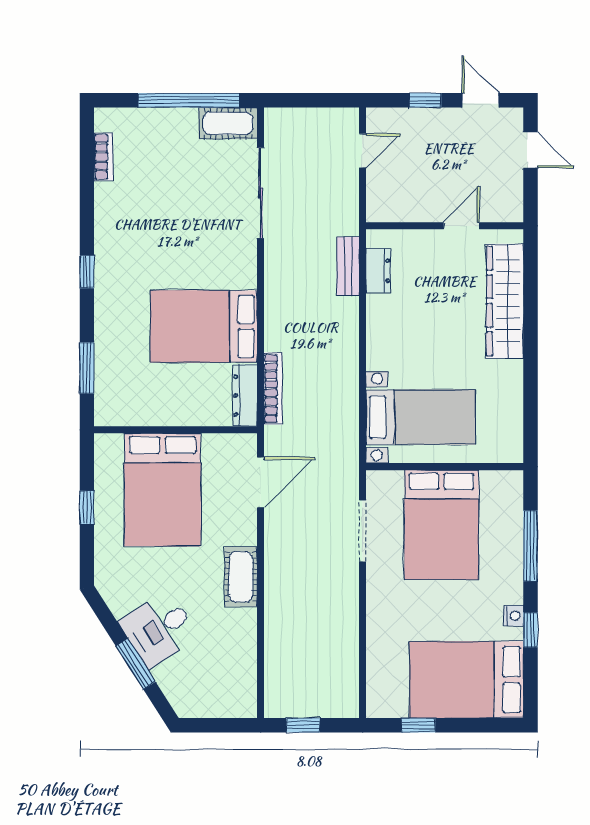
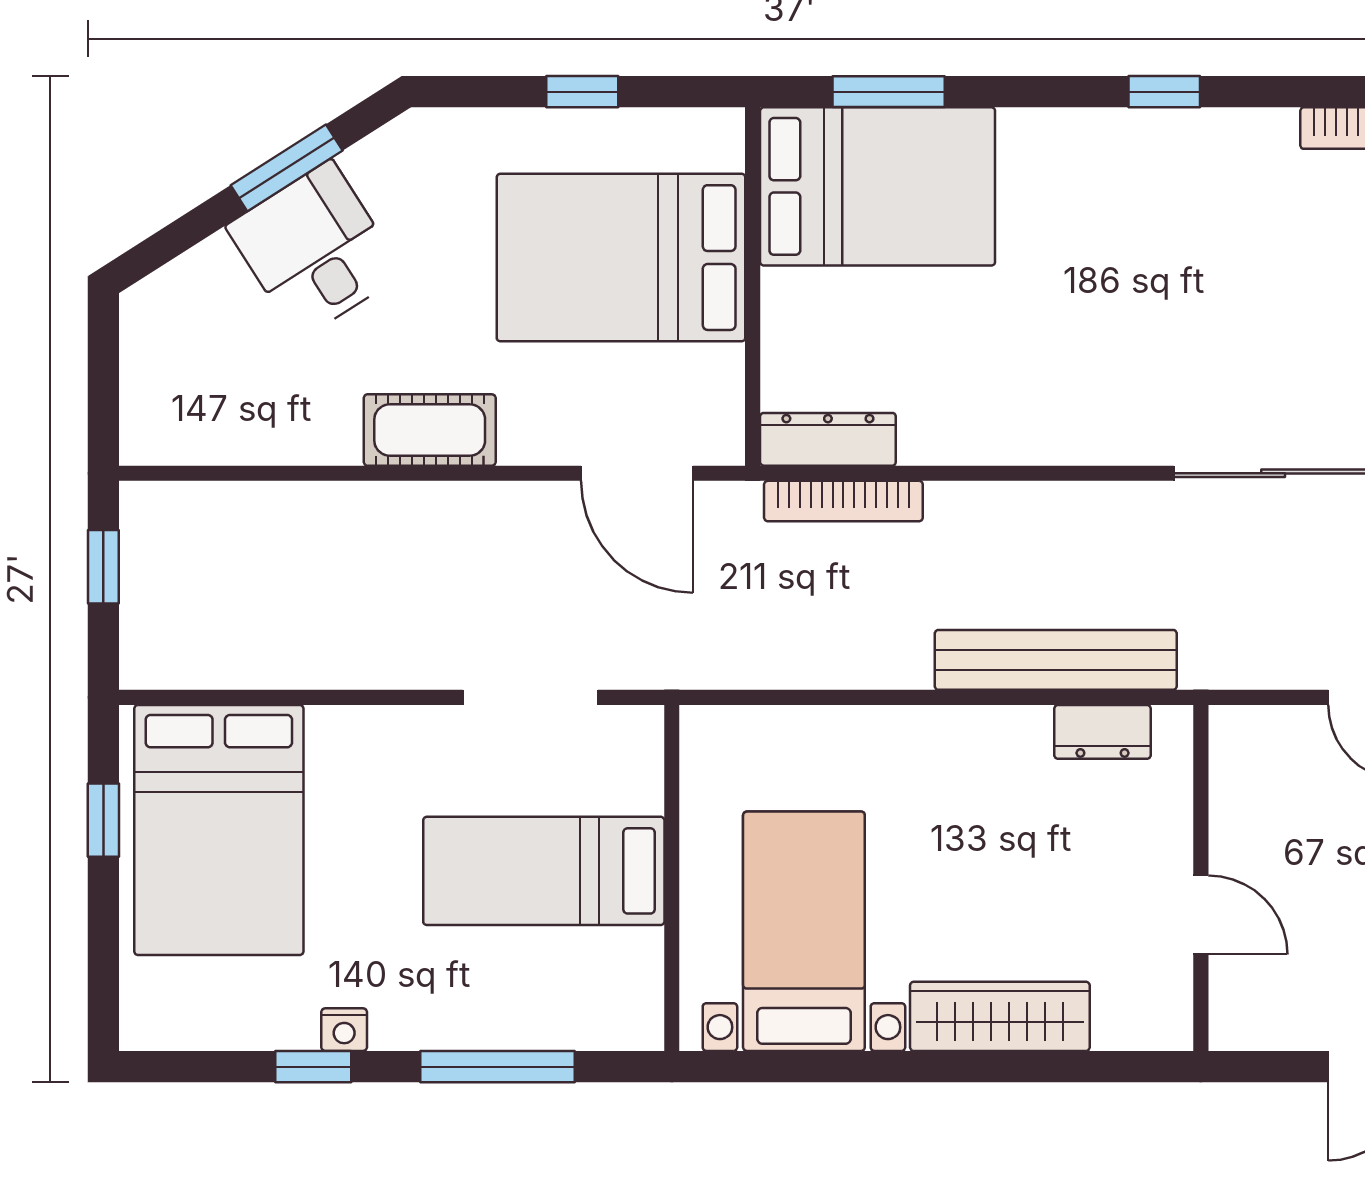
bench: (348, 266) -> (1056, 660), width x1.86, depth x1.21
window: (87, 272) -> (1164, 92), moved
wardrobe: (505, 301) -> (1000, 1016), width x0.71, depth x0.85
bed: (204, 326) -> (878, 186), moved, turned 90
bed with nightstands: (420, 417) -> (804, 931), moved, turned 180
bed: (442, 525) -> (544, 871), width x0.67
window: (136, 664) -> (287, 168), moved
bed: (467, 680) -> (219, 830), moved, turned 180

